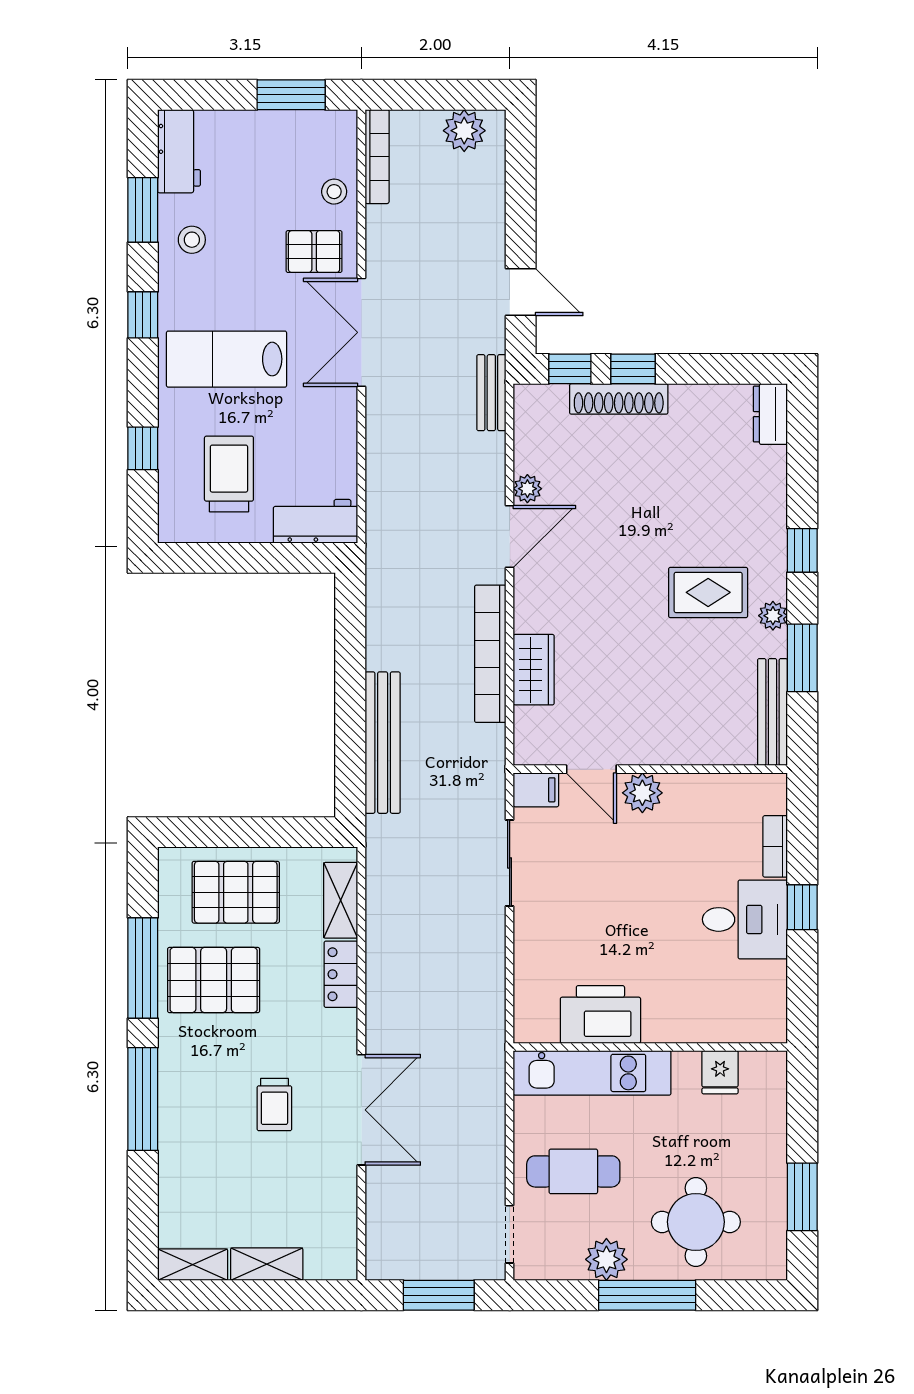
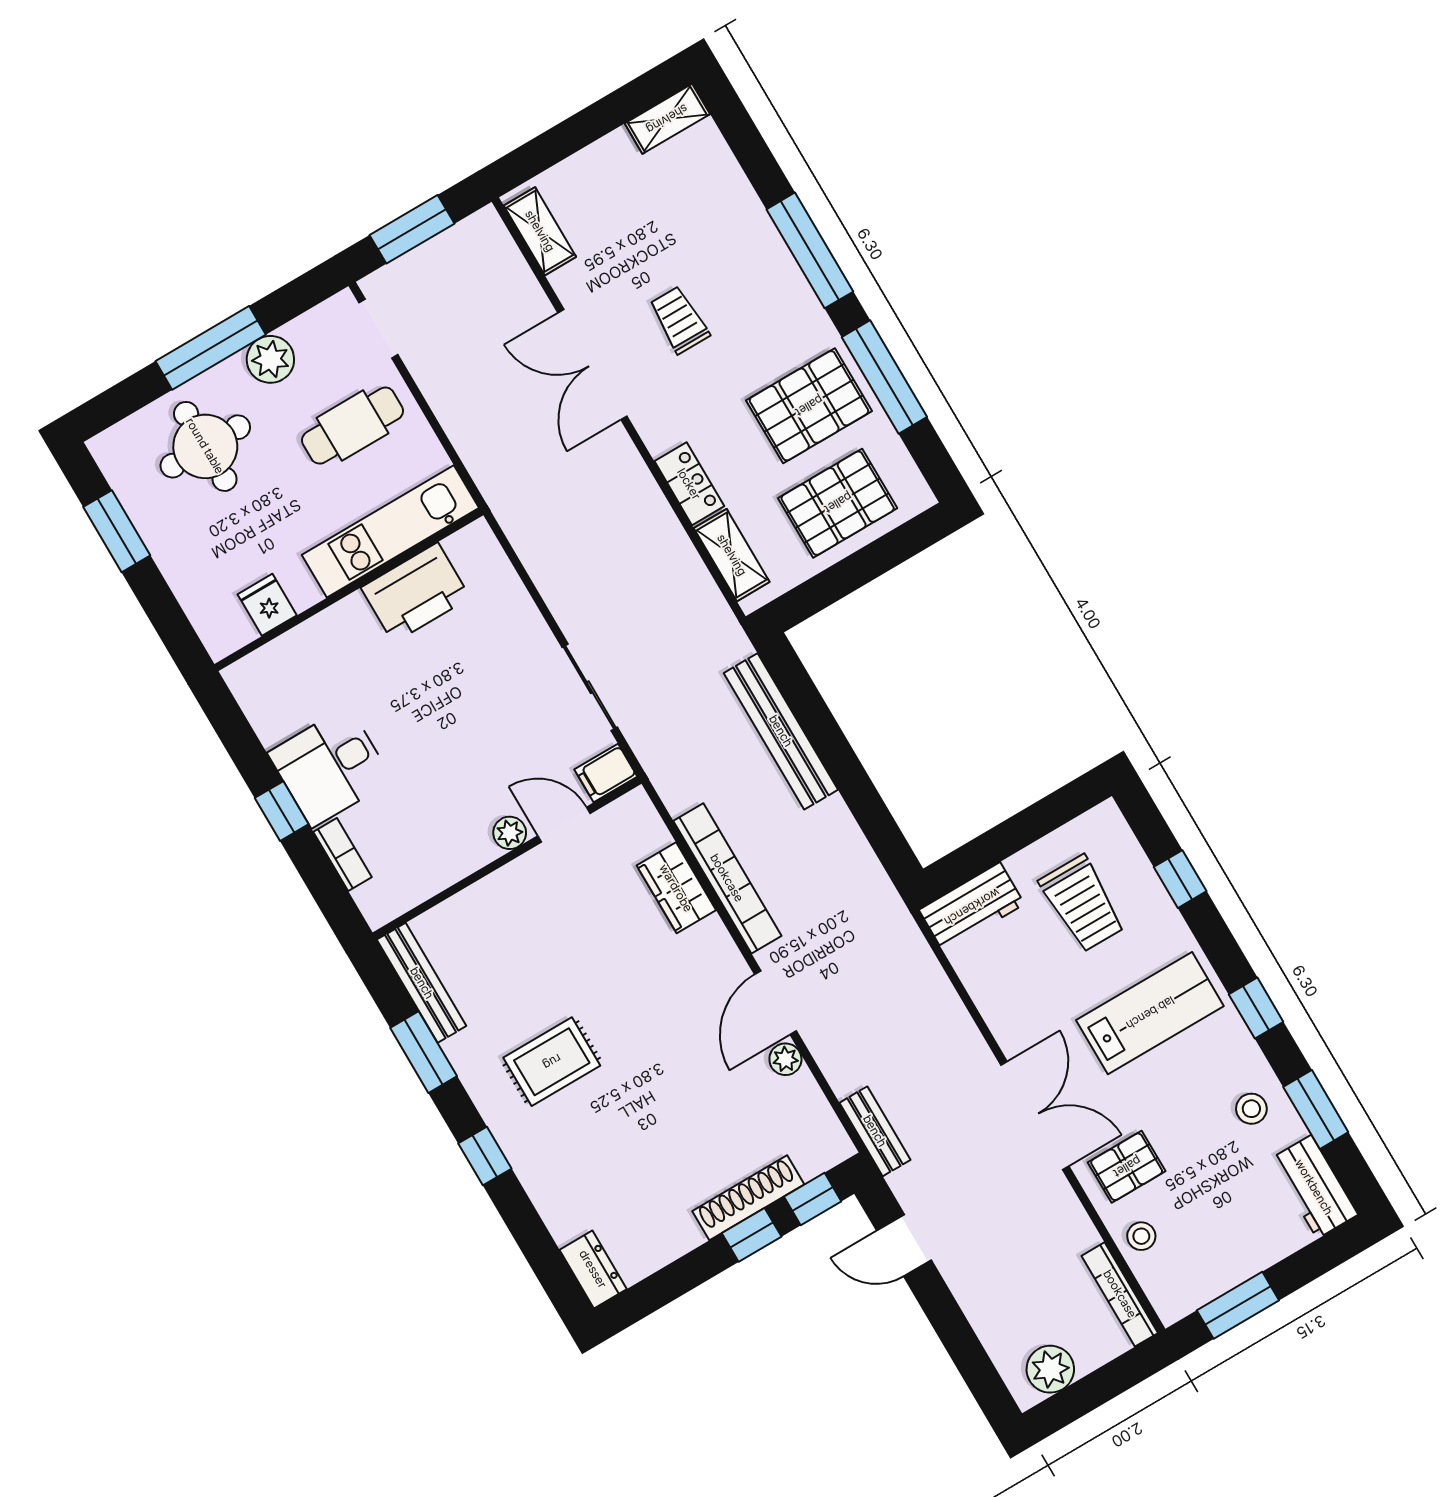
plant: (773, 616) -> (476, 1076), removed
plant: (642, 793) -> (510, 833), width x0.73, depth x0.73
shelving: (267, 1264) -> (540, 231), moved, turned 90

